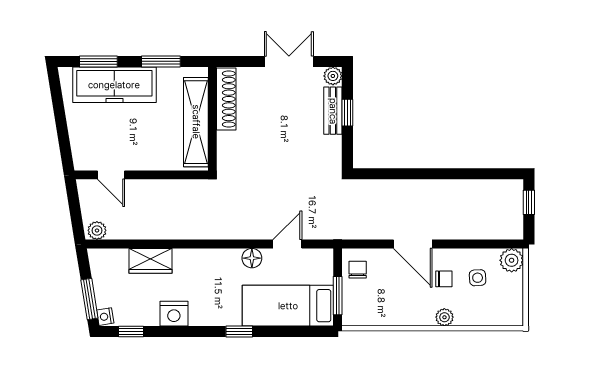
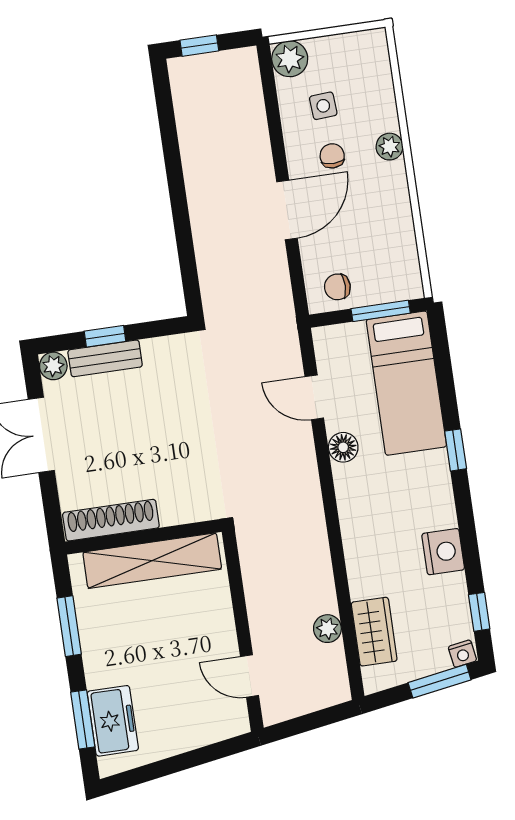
freezer: (114, 85) -> (113, 721), width x0.52, depth x0.79
door: (111, 175) -> (249, 676), swing flipped
plant: (97, 230) -> (327, 629), moved
wardrobe: (150, 261) -> (374, 632), moved

